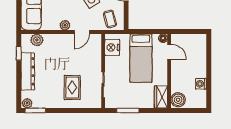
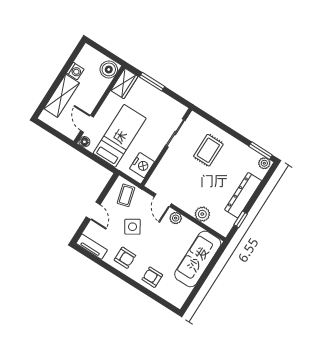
door: (82, 32) -> (163, 200), swing flipped
plant: (37, 40) -> (202, 214), moved
shelving: (200, 60) -> (62, 96), added
window: (128, 110) -> (152, 82), moved

